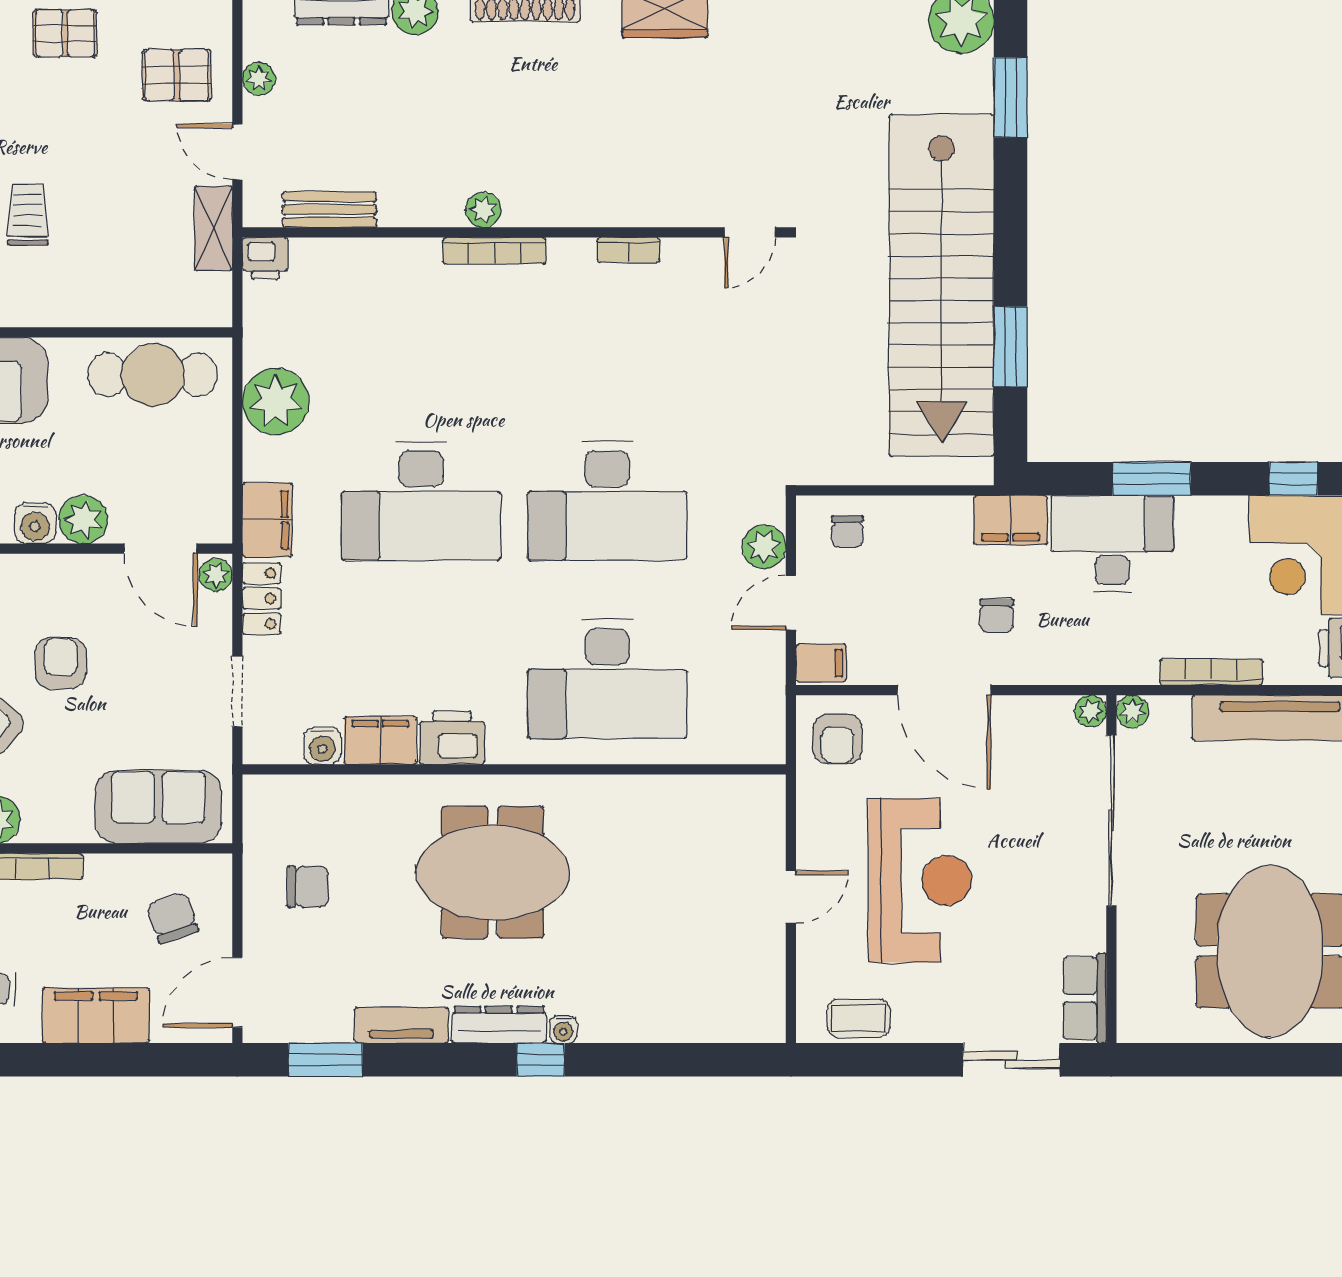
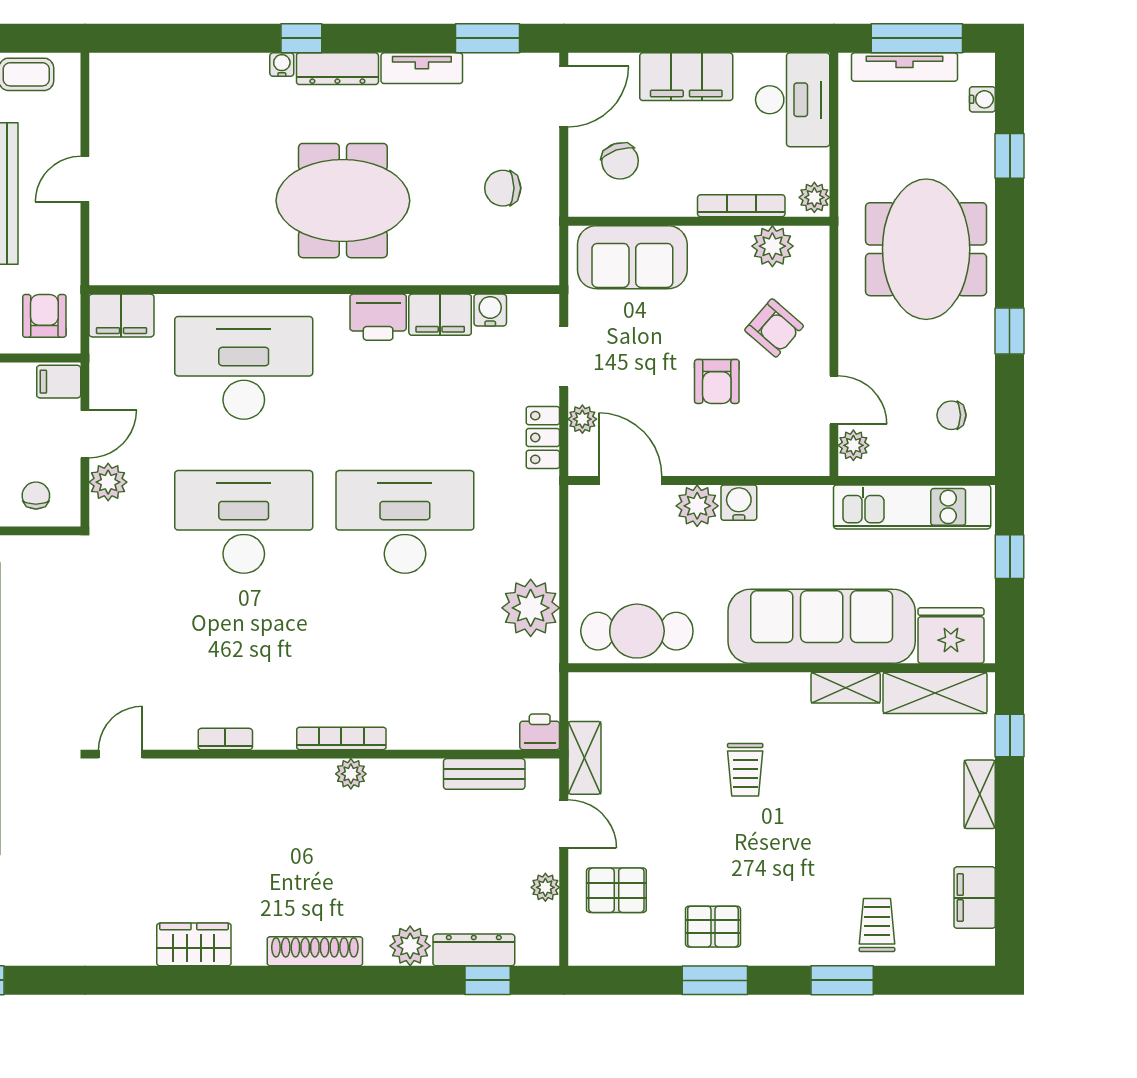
filing cabinet: (267, 520) -> (121, 315), moved, turned -90
plant: (216, 575) -> (582, 419), moved

